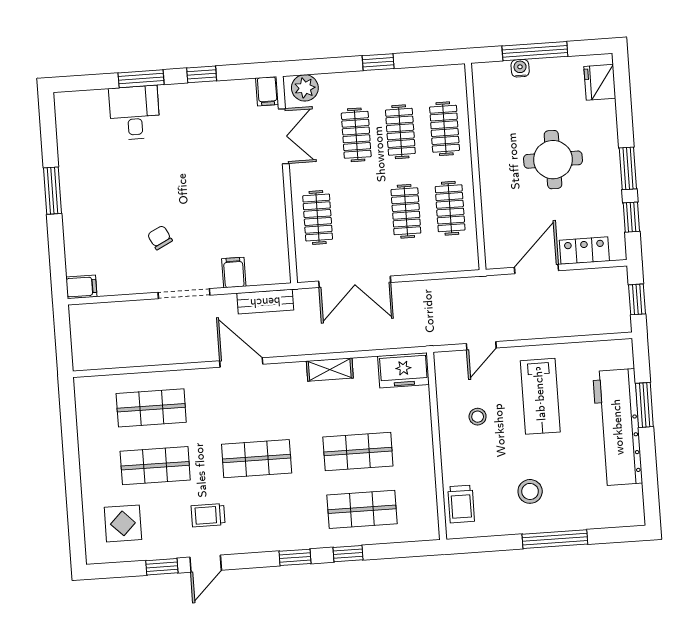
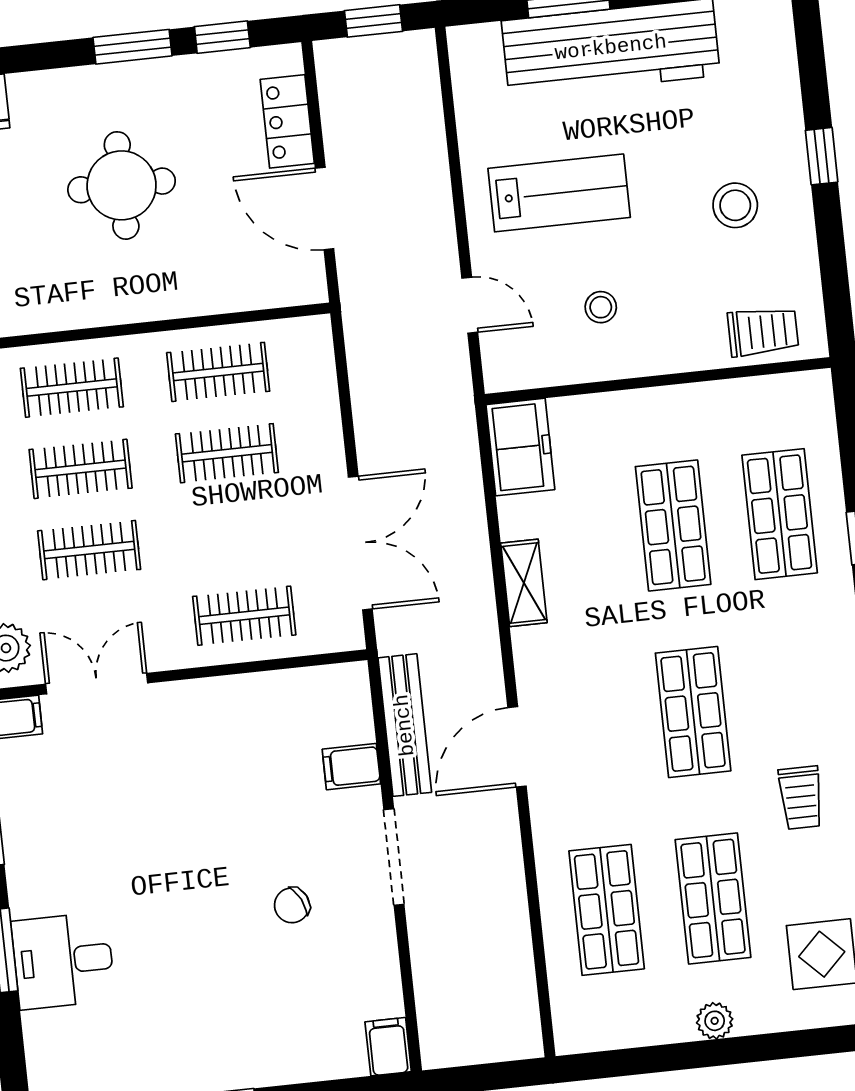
bench: (265, 302) -> (405, 725), width x1.36
plant: (89, 464) -> (715, 1021), added
window: (555, 539) -> (822, 156), width x0.46

